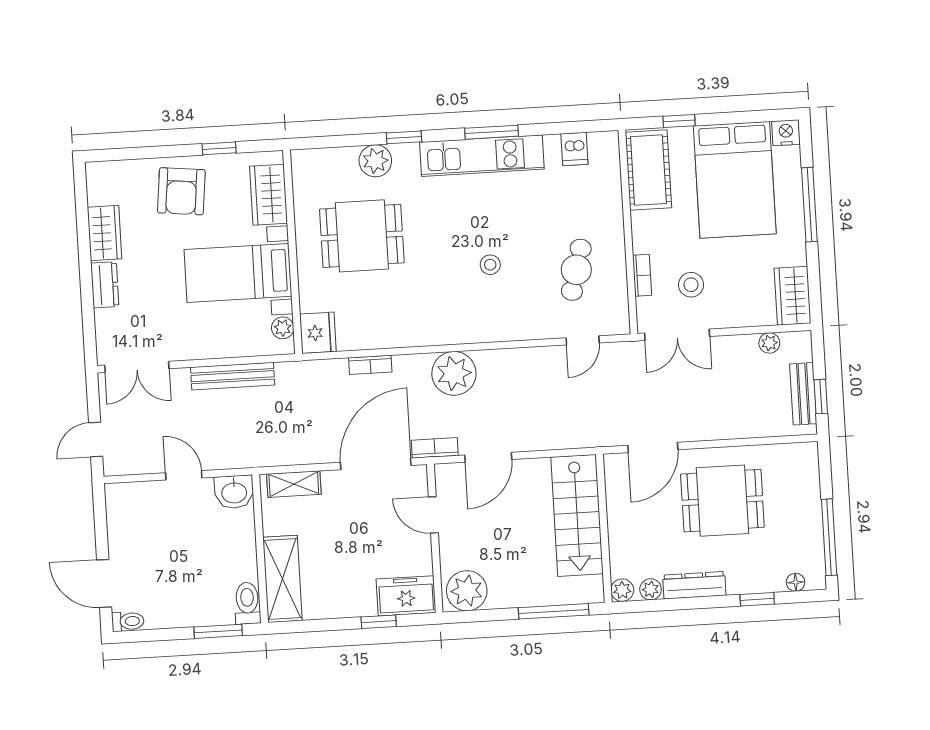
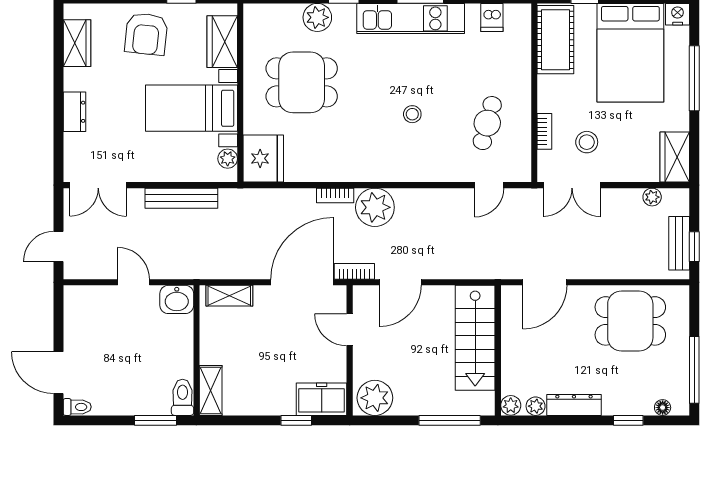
wardrobe: (105, 233) -> (77, 43), moved
fridge: (318, 333) -> (263, 158), width x1.36, depth x1.34
bookcase: (370, 365) -> (335, 195), moved
dining table: (722, 501) -> (630, 321), moved
shelving: (282, 579) -> (211, 390), width x0.67, depth x0.75

